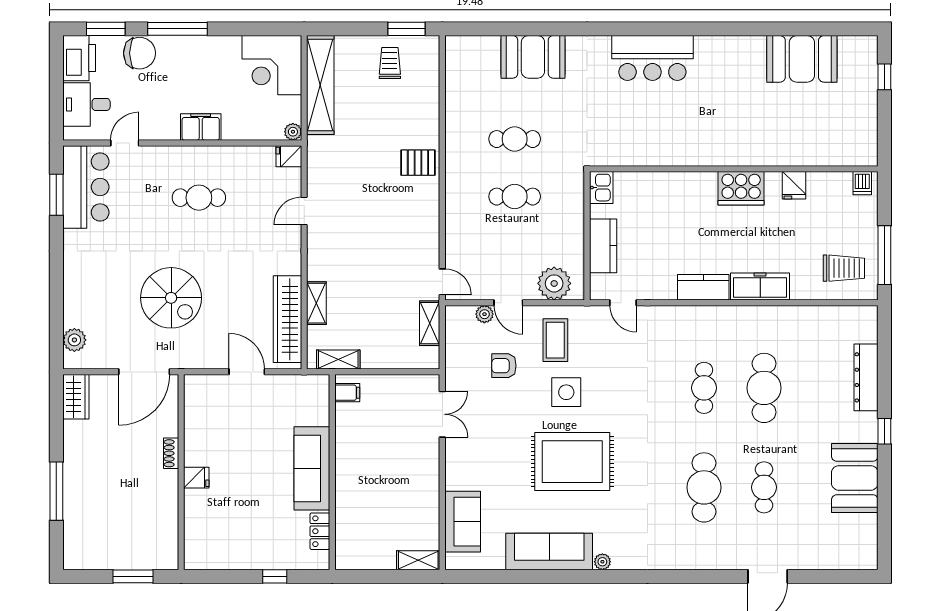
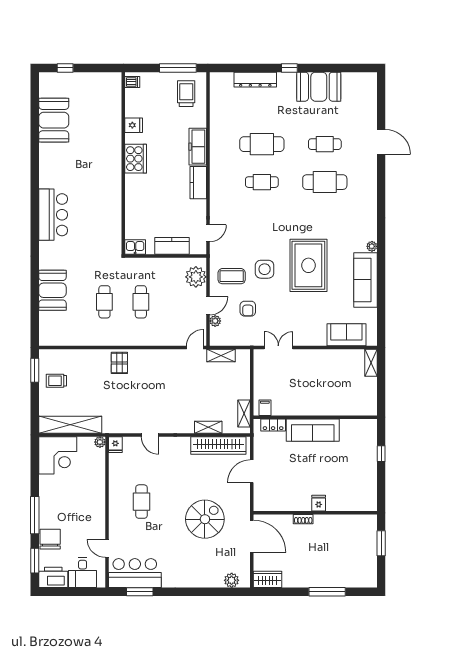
filing cabinet: (201, 127) -> (97, 500), removed
locker: (320, 531) -> (273, 425), moved

